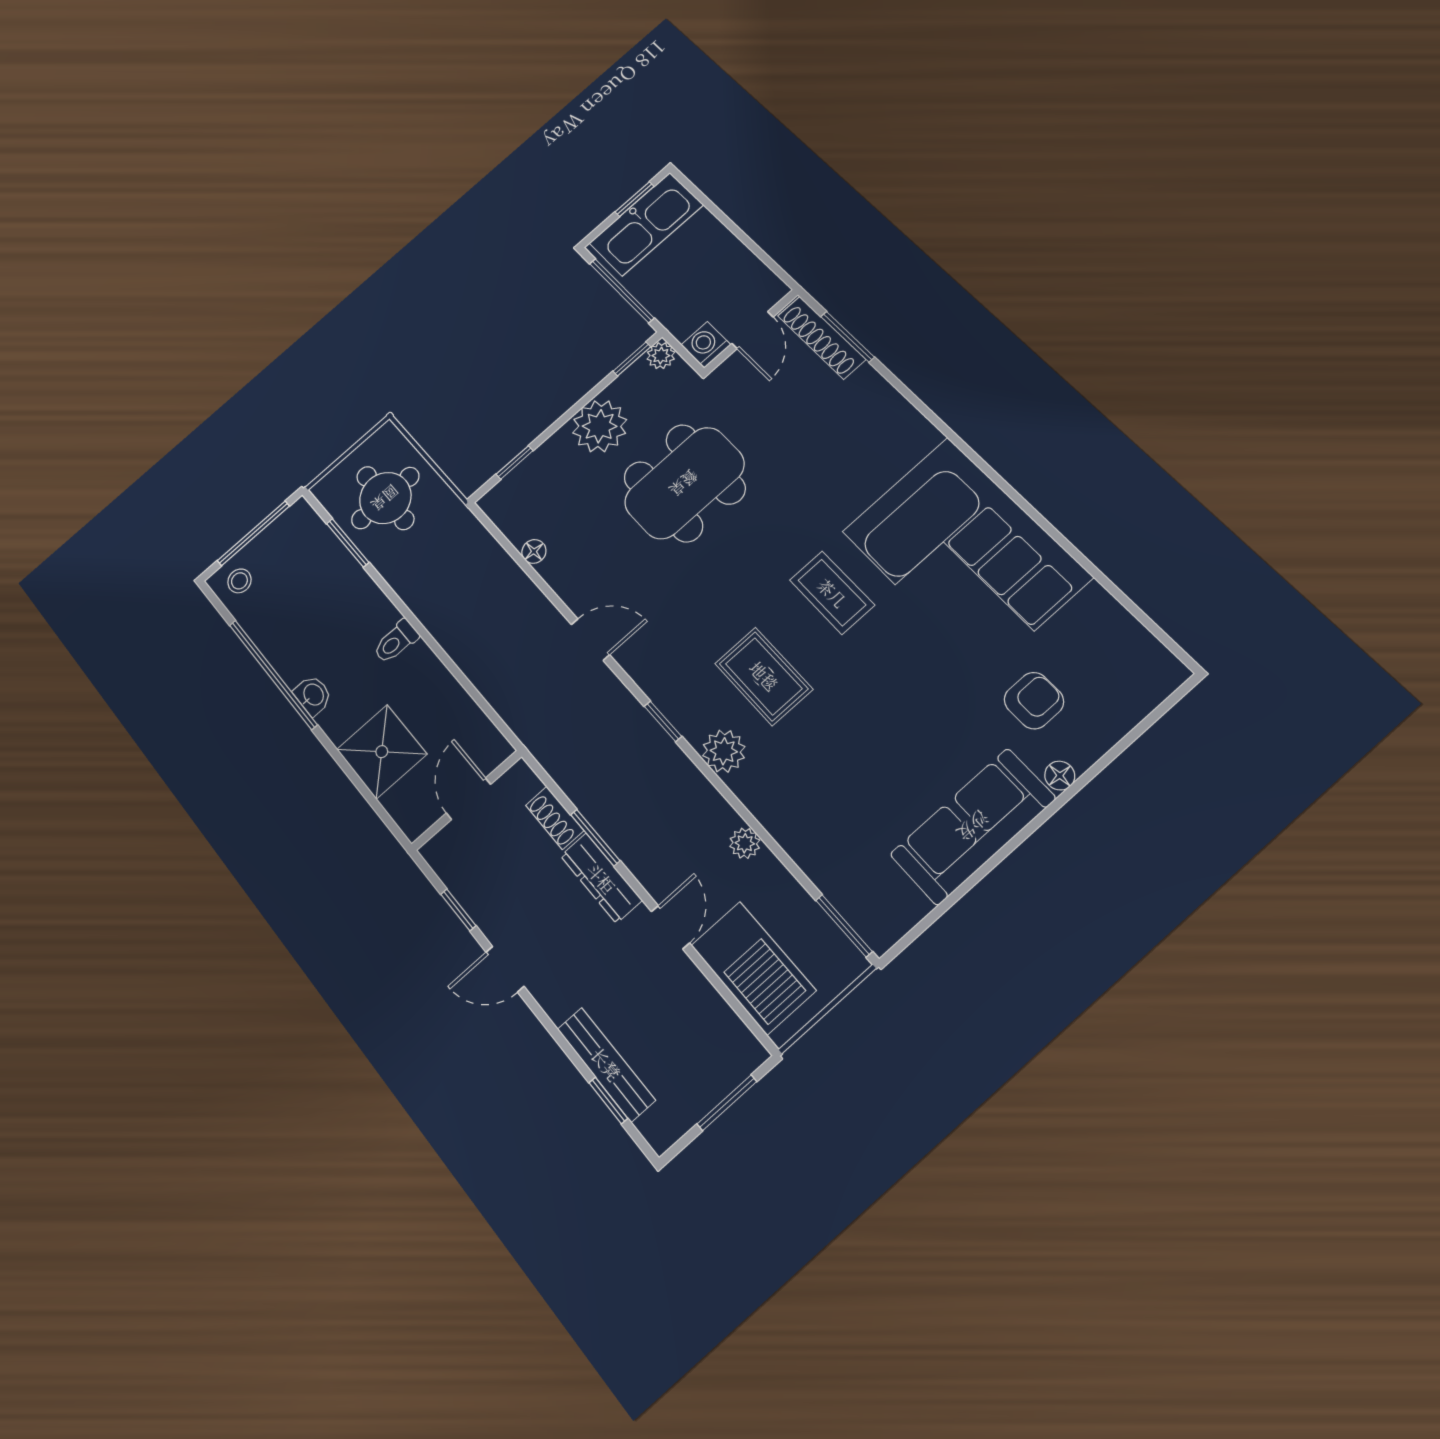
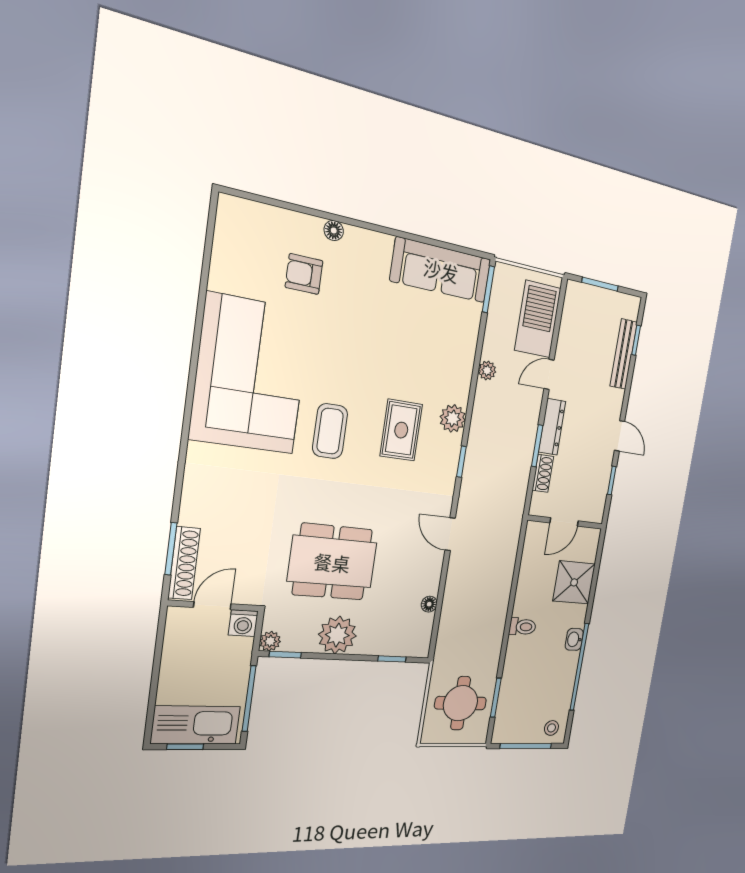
sofa: (973, 826) -> (441, 270), moved

